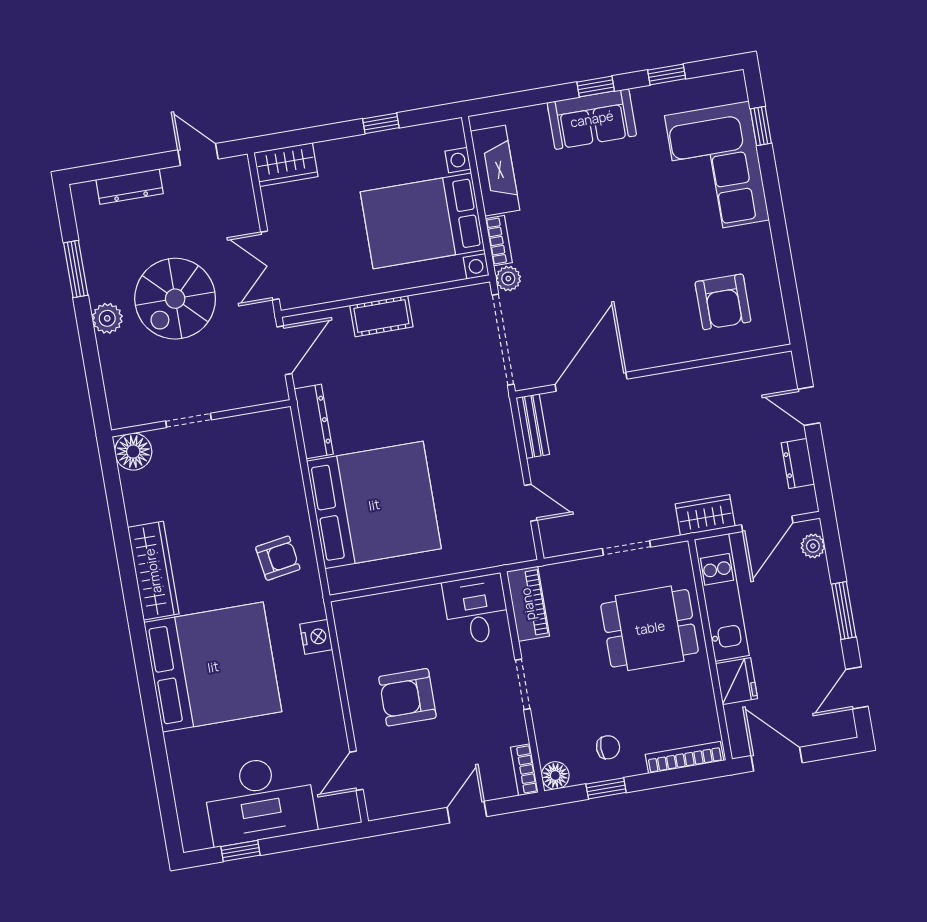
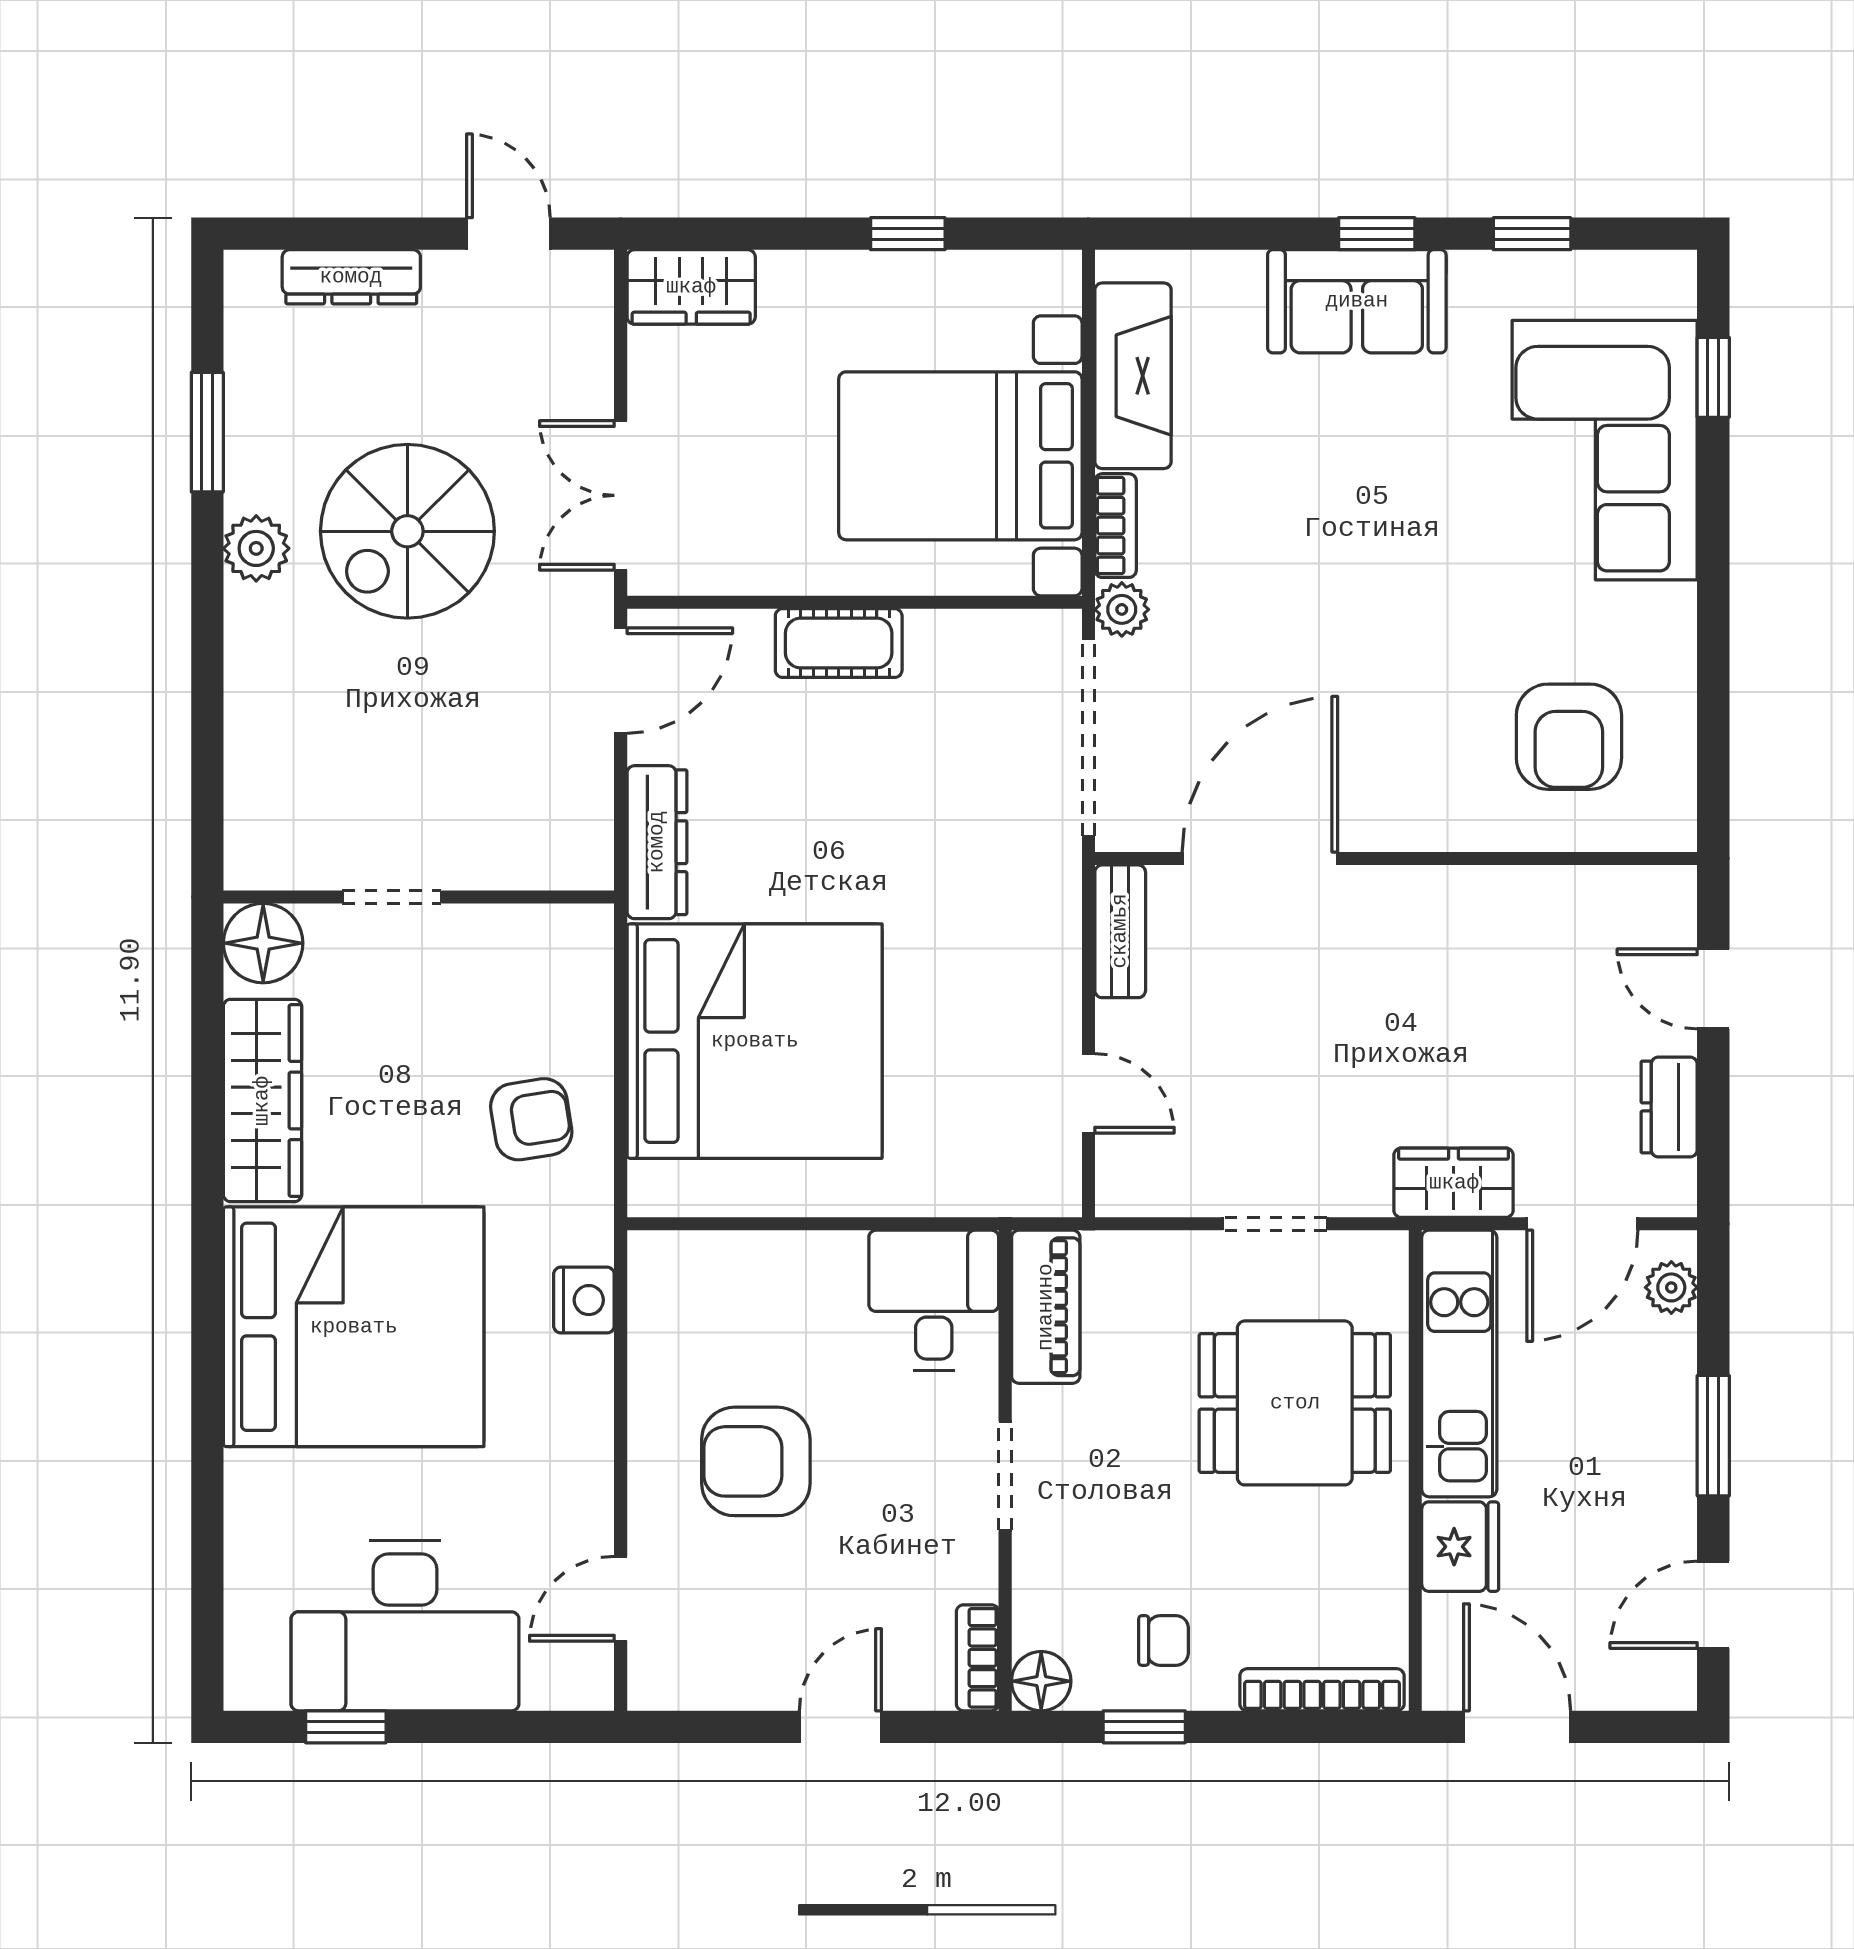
wall: (201, 418) -> (419, 897), moved
doorway: (189, 420) -> (392, 897), moved
floor lamp: (133, 452) -> (263, 943), moved

